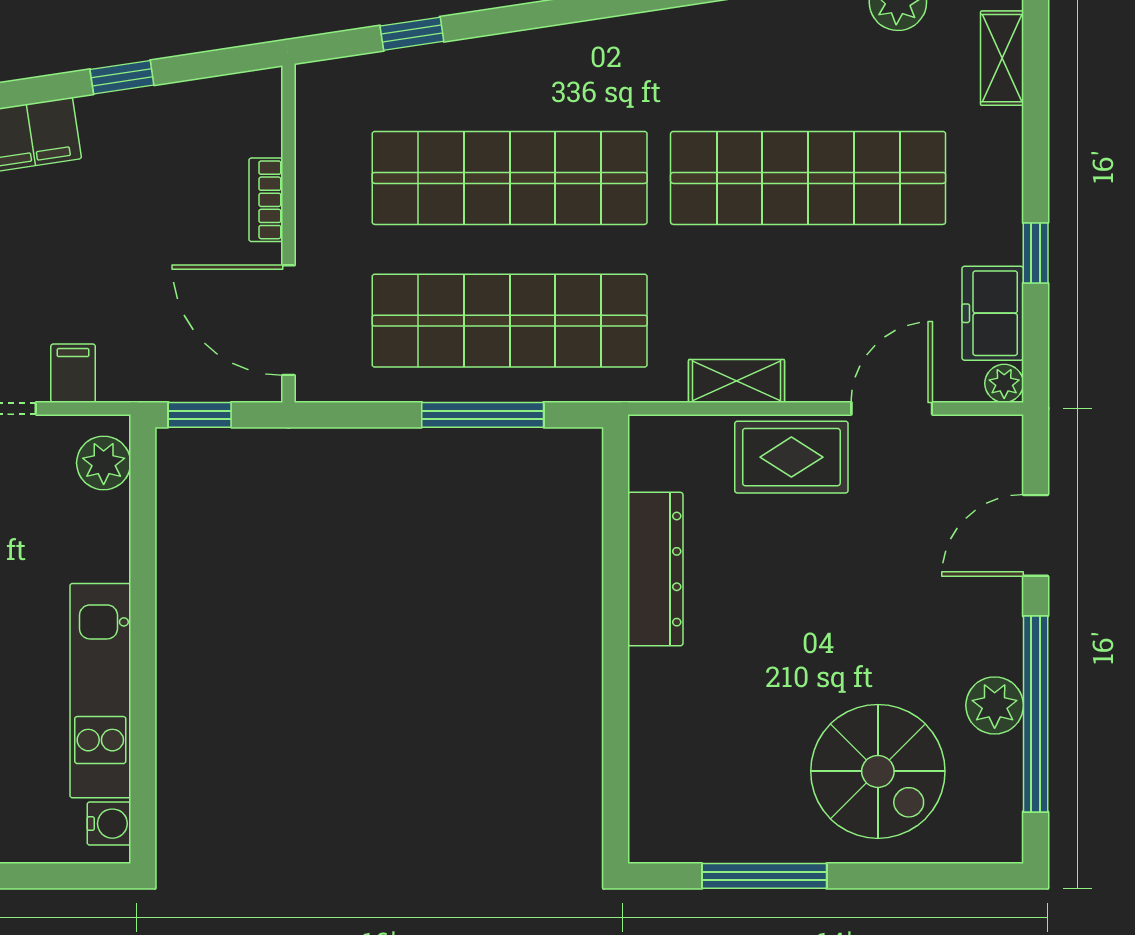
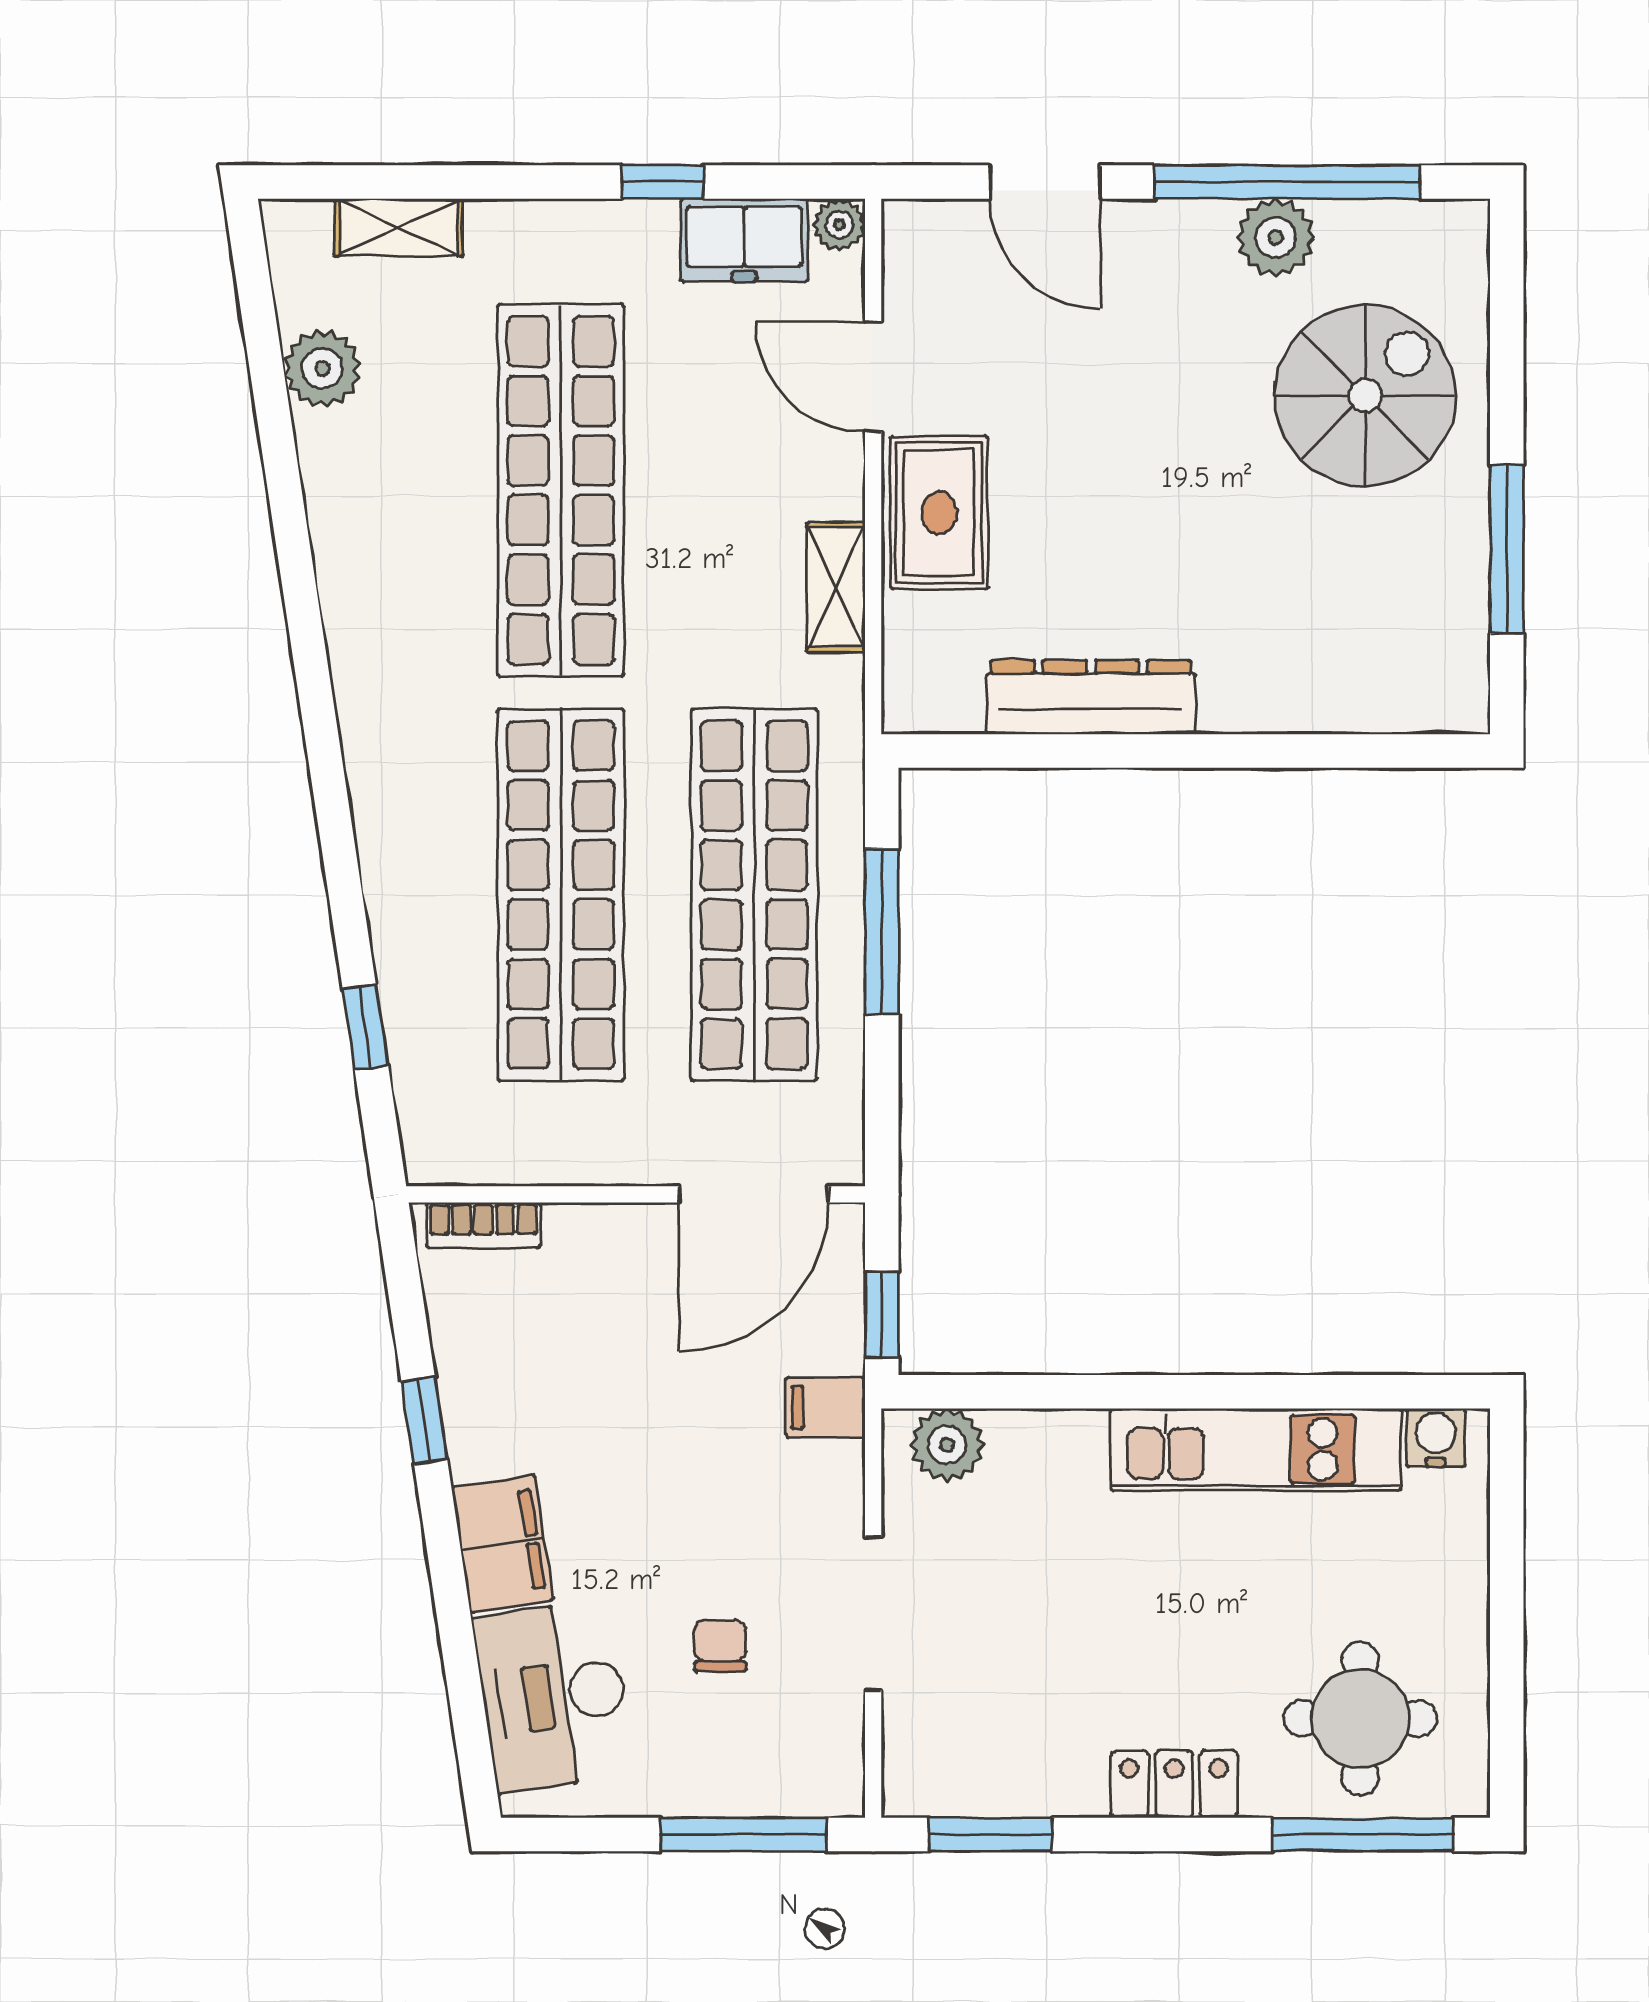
bookcase: (266, 200) -> (483, 1225), moved
filing cabinet: (73, 373) -> (825, 1407), moved

